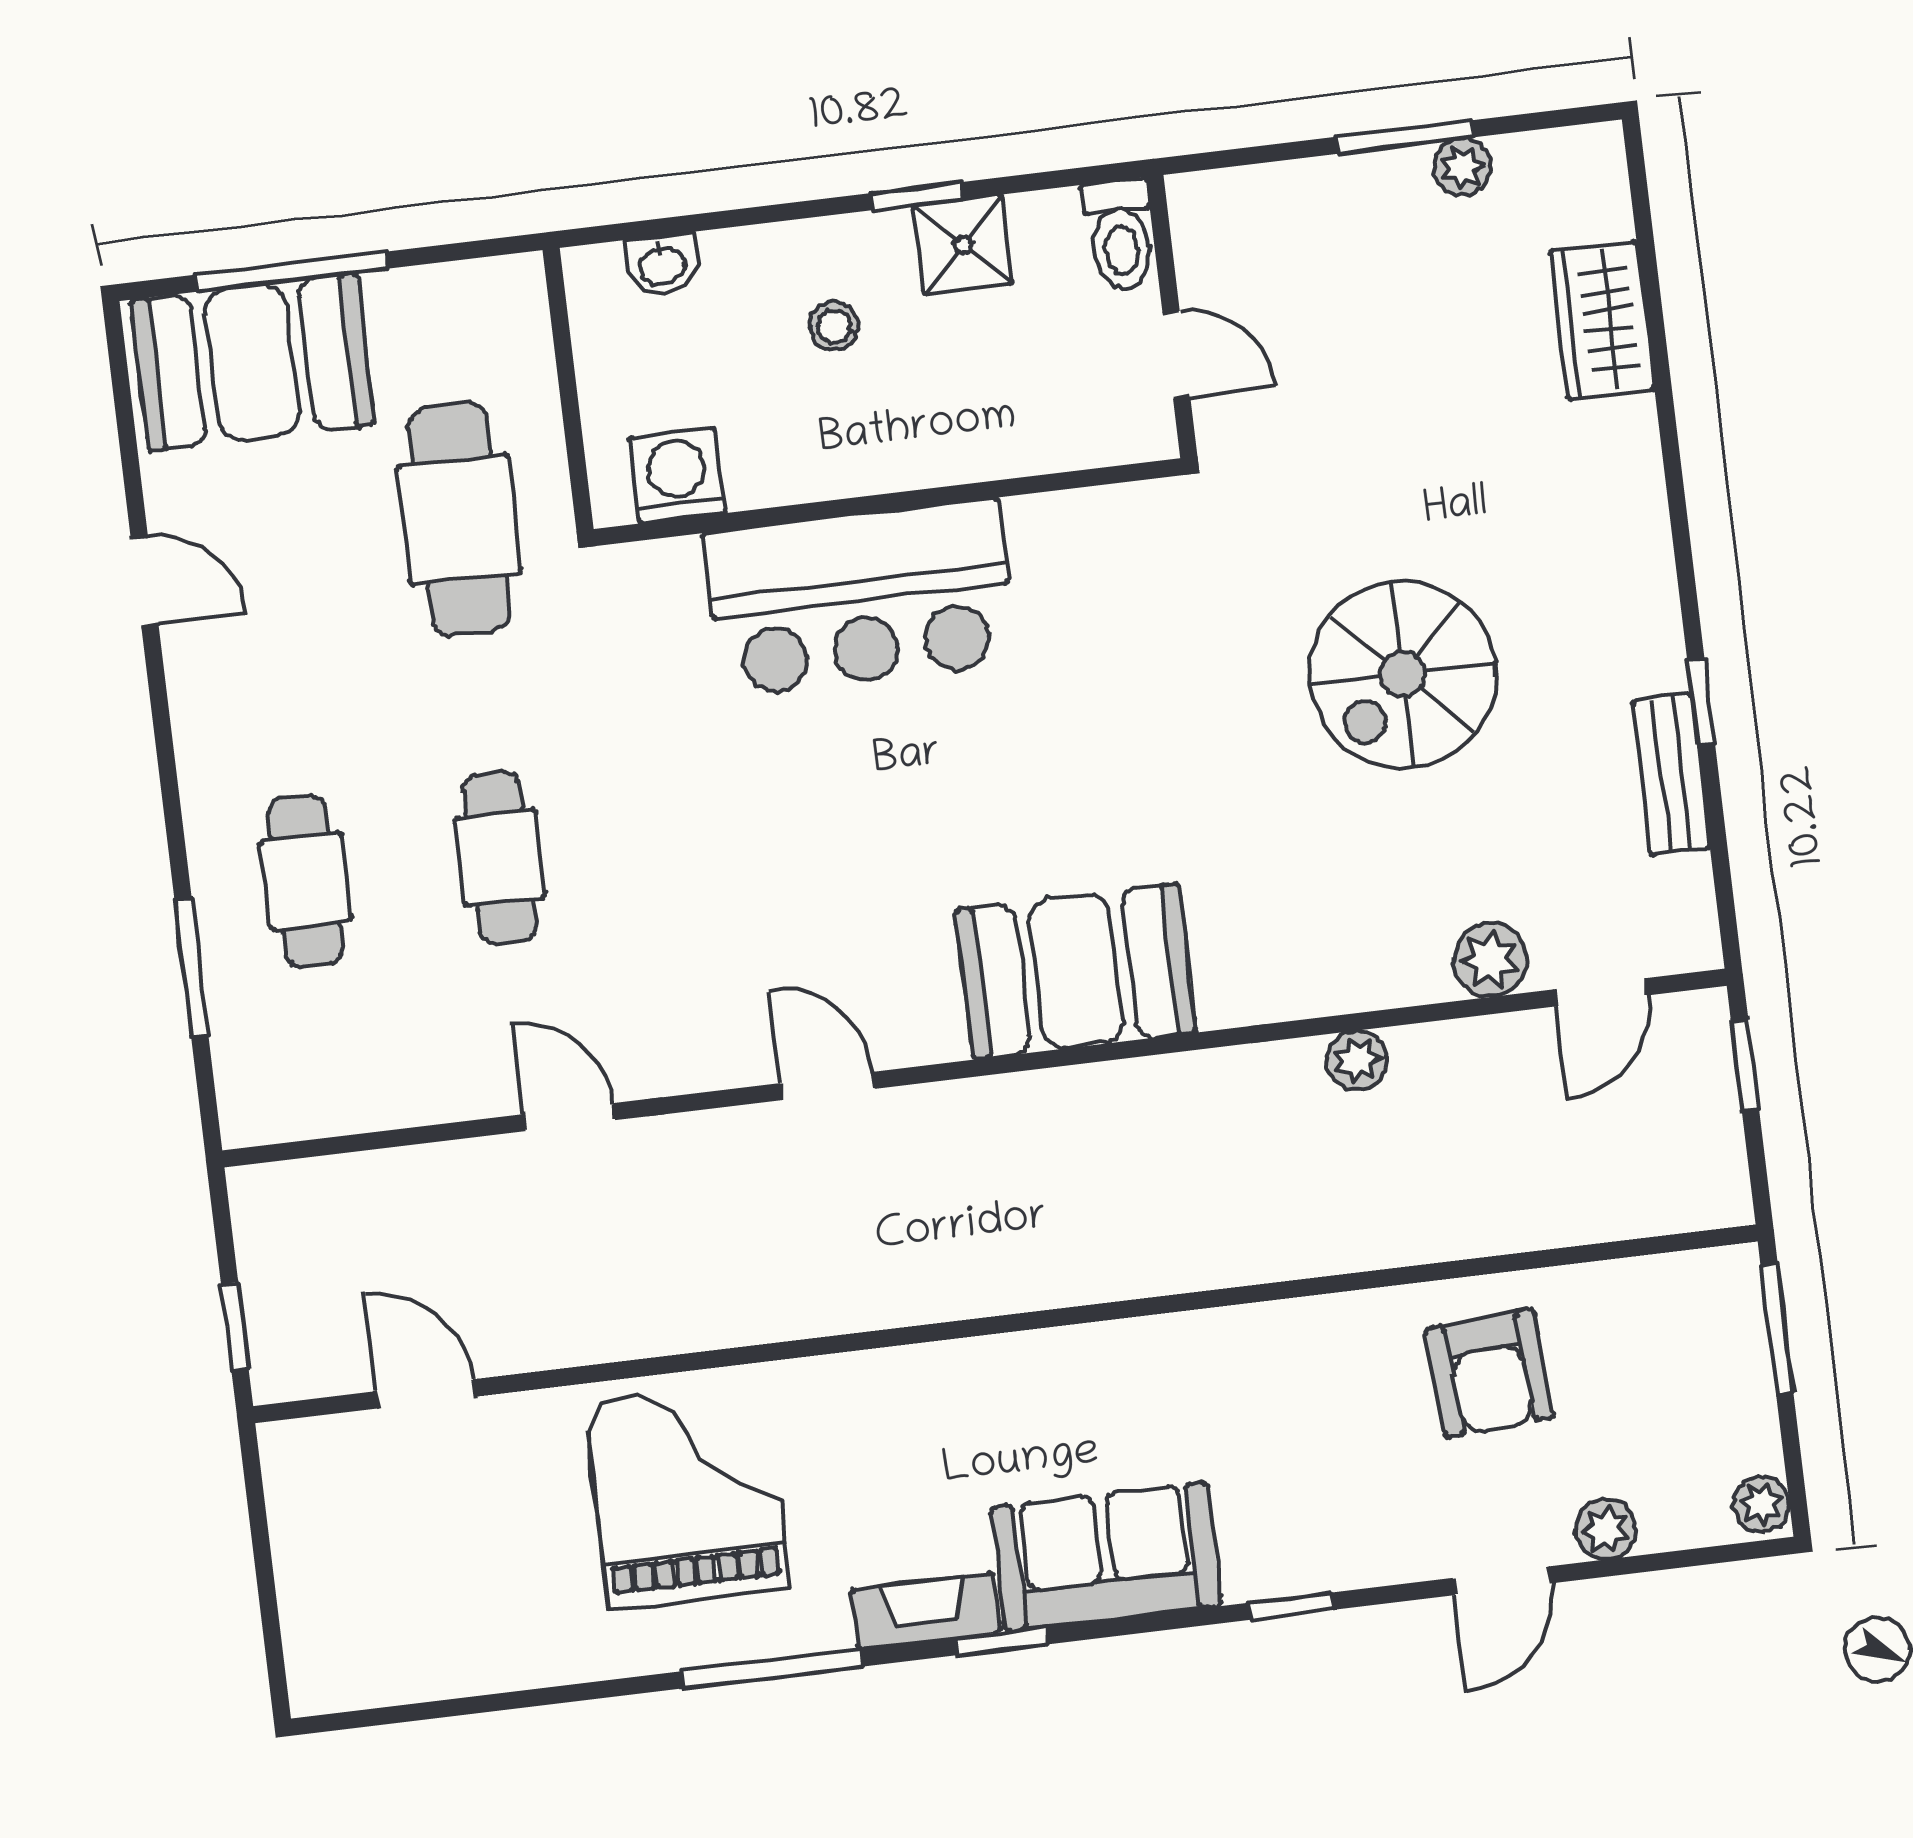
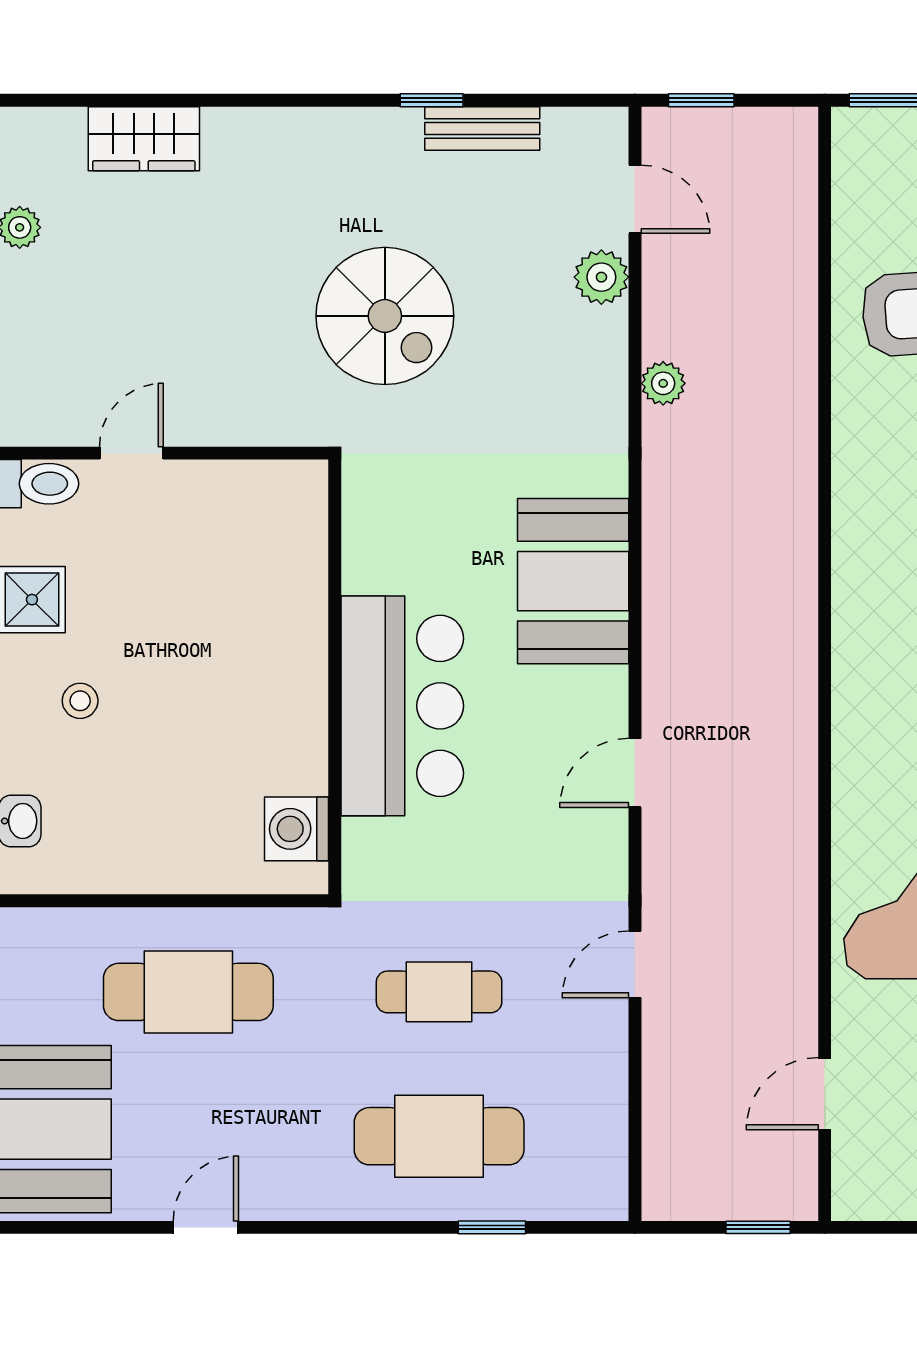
washing machine: (677, 475) -> (297, 829), moved
wall: (888, 502) -> (335, 677), moved
bar counter: (860, 598) -> (402, 706), moved
cafe table: (306, 881) -> (439, 1136), width x1.37, depth x1.35
window: (191, 967) -> (492, 1227), width x0.67

